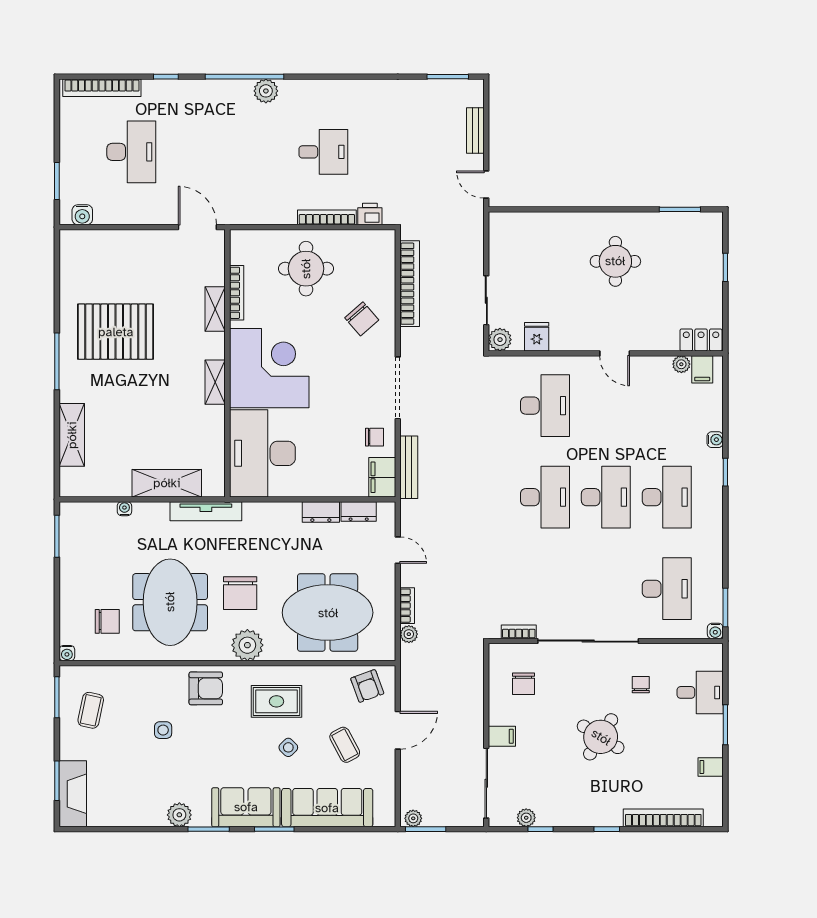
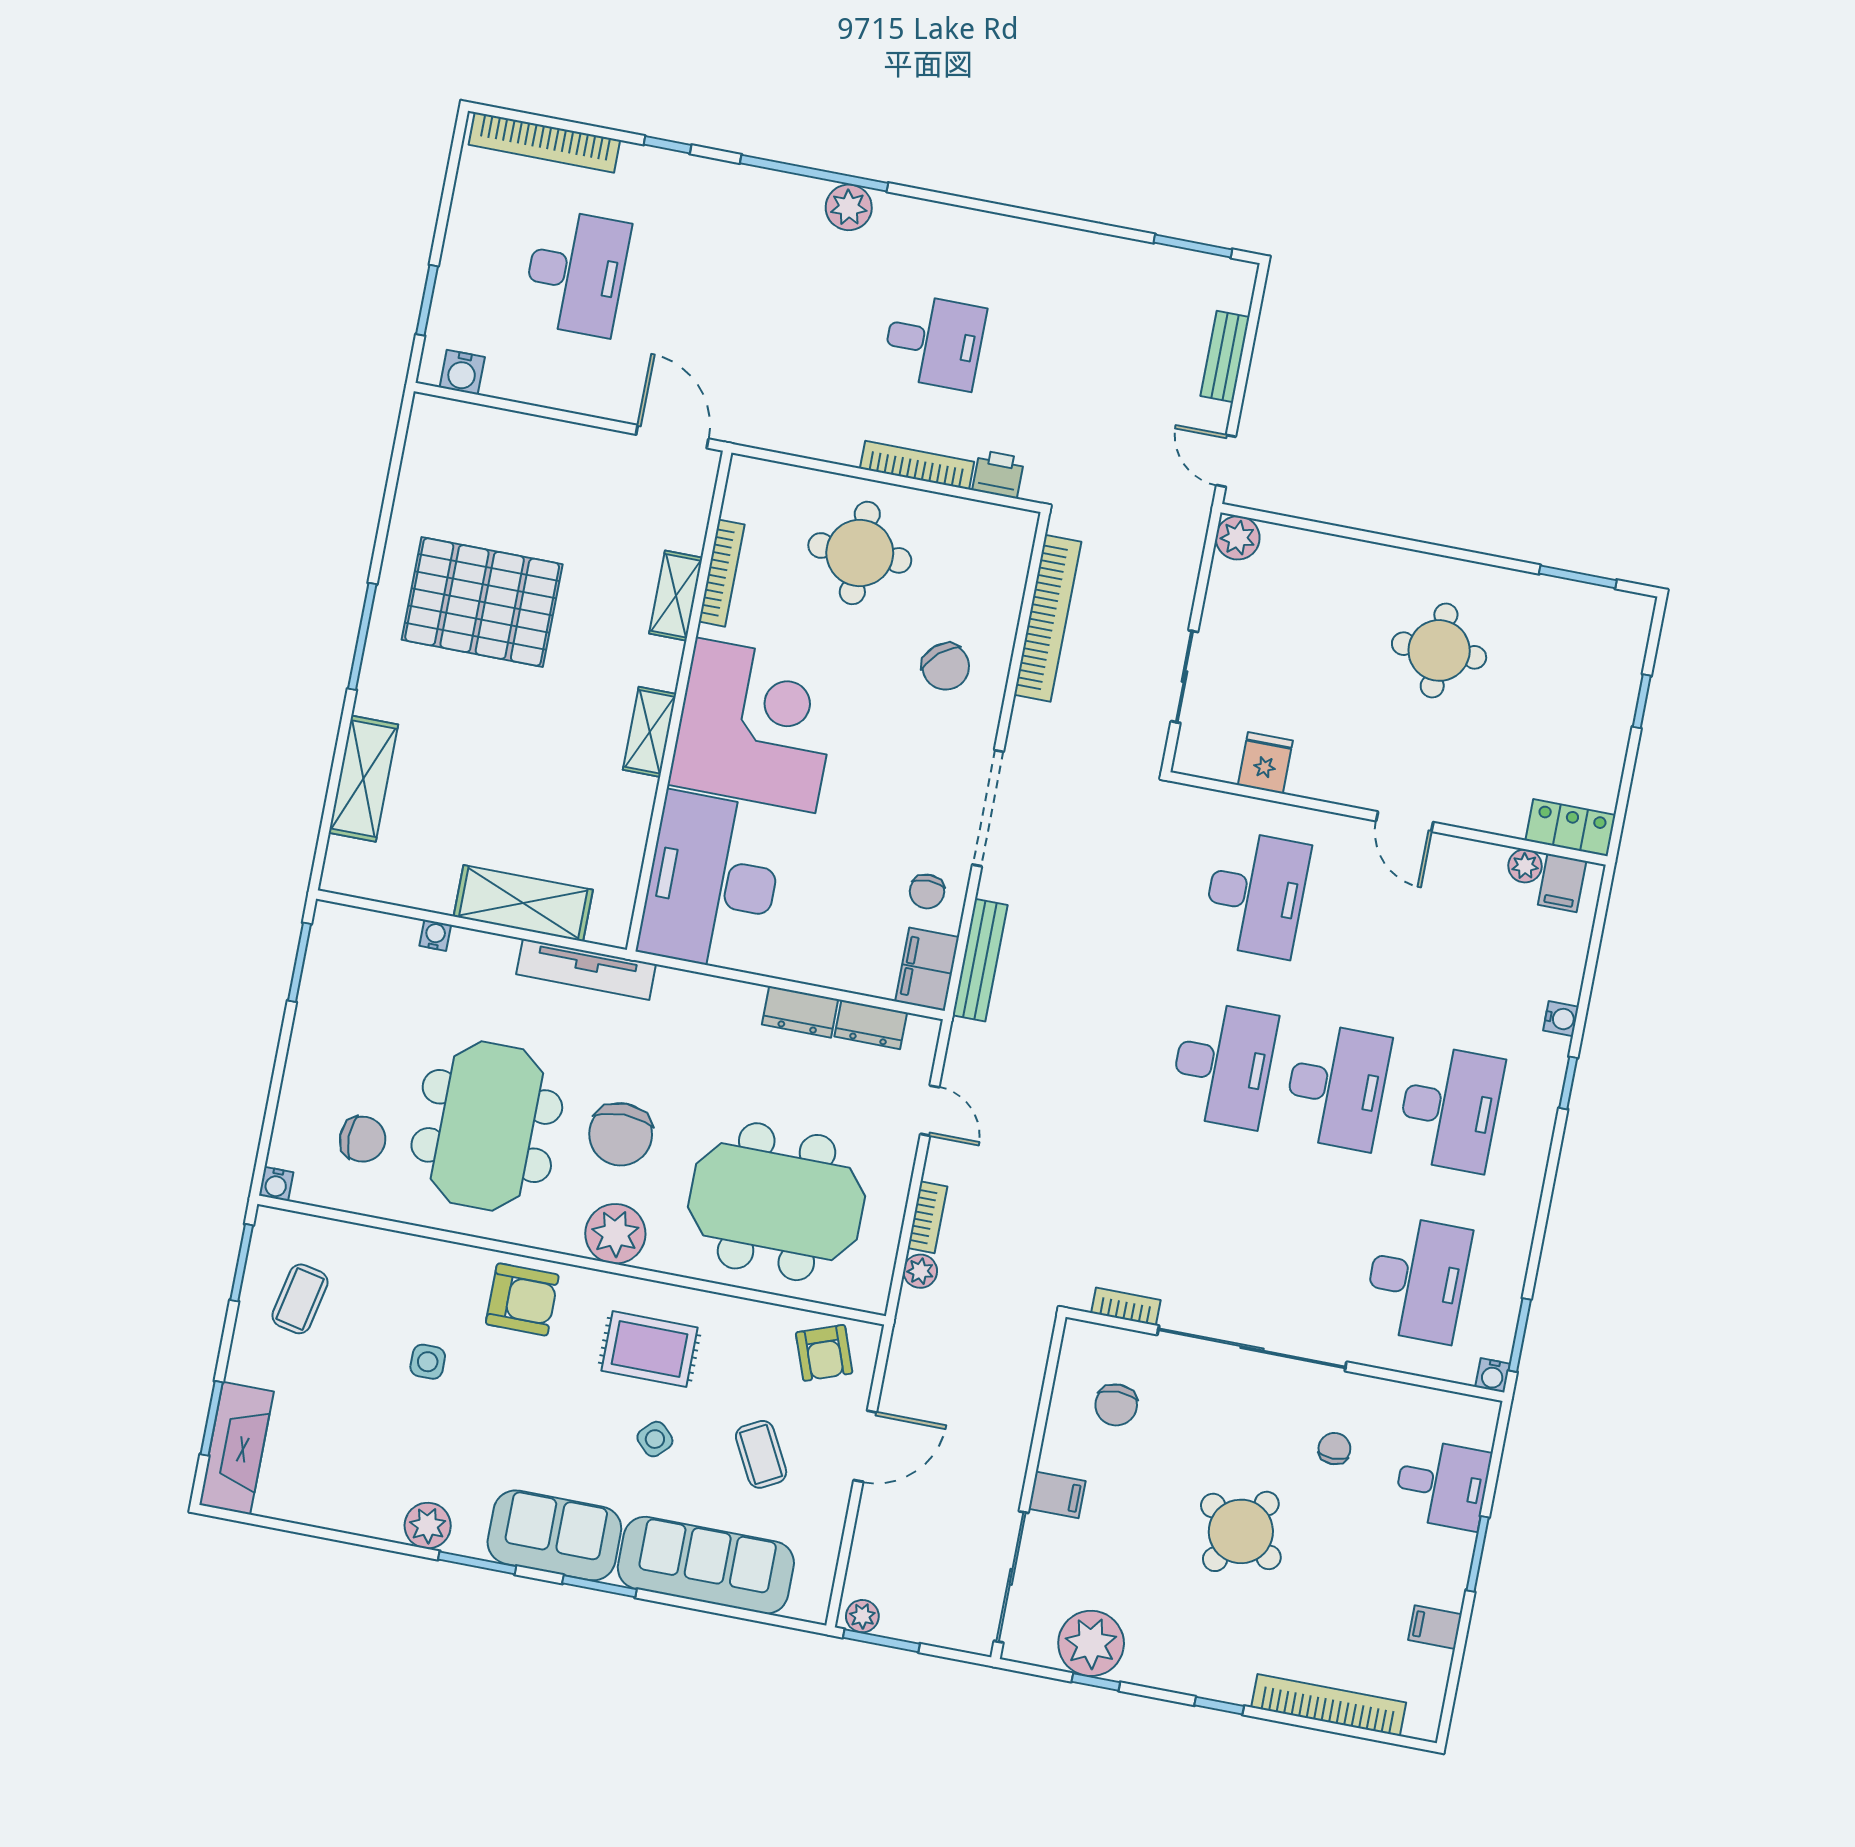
plant: (500, 340) -> (1238, 538), moved
chair: (374, 437) -> (927, 891), turned 90
plant: (526, 818) -> (1091, 1643), width x1.88, depth x1.88

